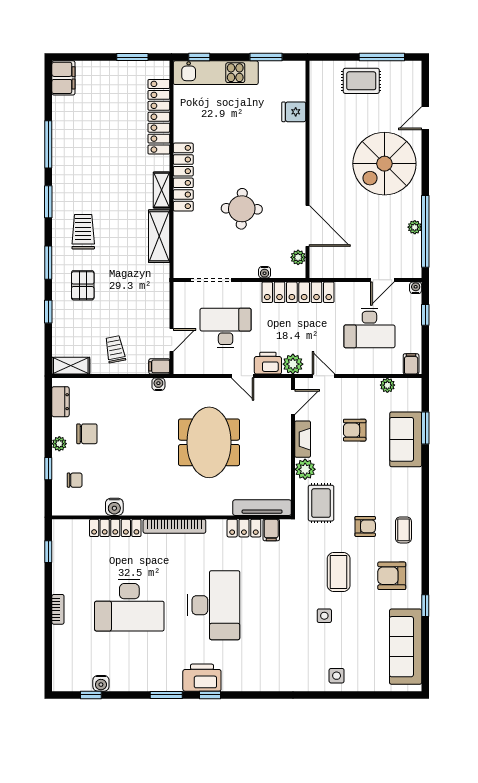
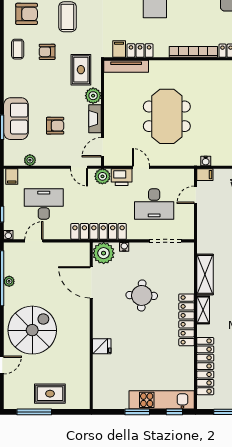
window: (266, 57) -> (137, 412), moved
fridge: (294, 112) -> (102, 346), moved
plant: (298, 257) -> (104, 253), width x1.88, depth x1.88

